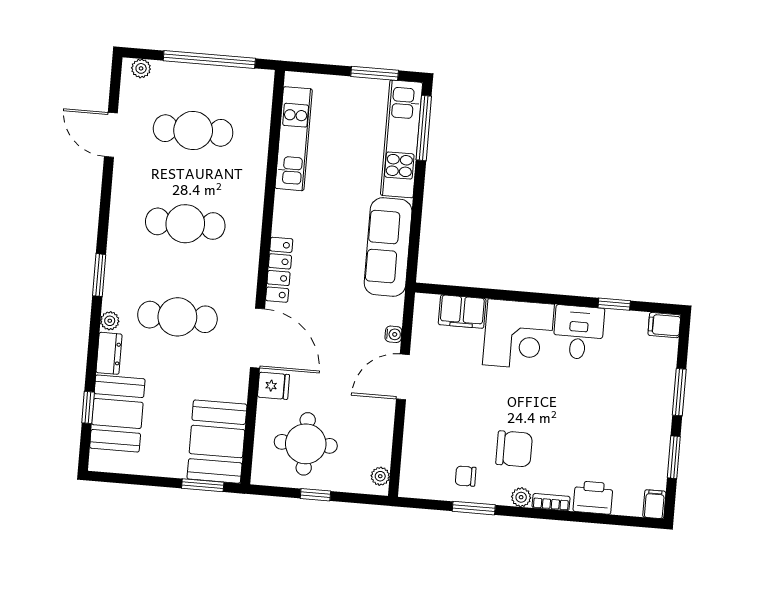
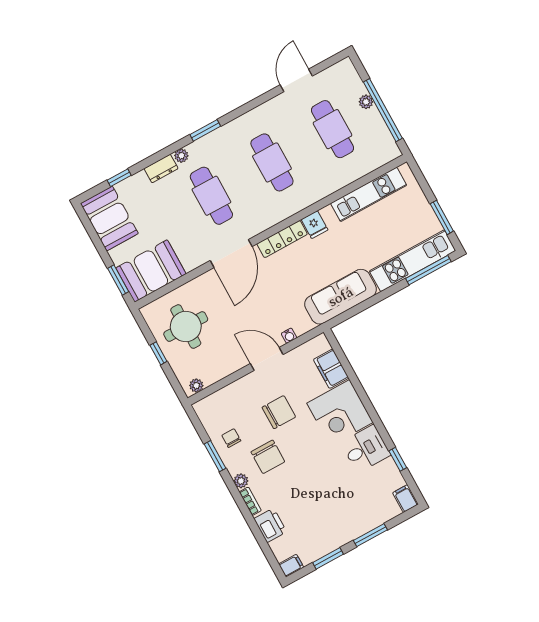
plant: (141, 68) -> (366, 102), moved
fridge: (274, 386) -> (315, 225), moved
chair: (472, 403) -> (279, 412), added
booth: (117, 413) -> (109, 218), moved, turned 90

